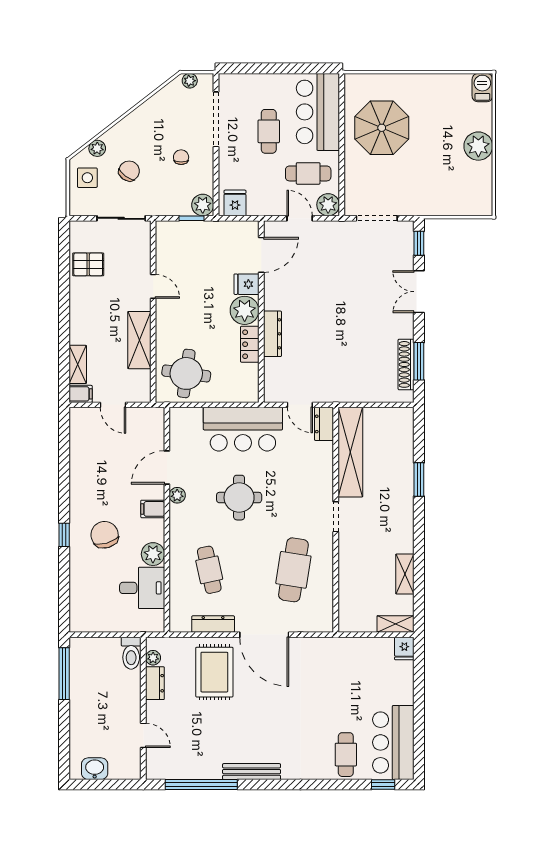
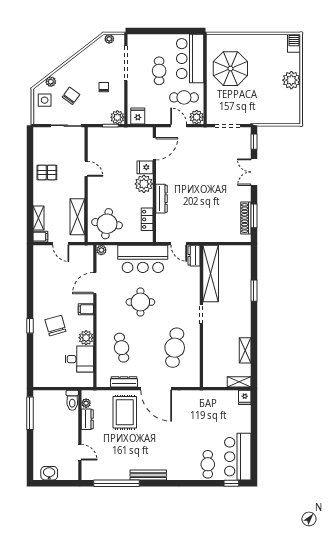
pallet: (88, 264) -> (47, 172), moved
shelving: (139, 340) -> (77, 217), moved
locker: (250, 344) -> (147, 219), moved
plant: (177, 495) -> (101, 250), moved

